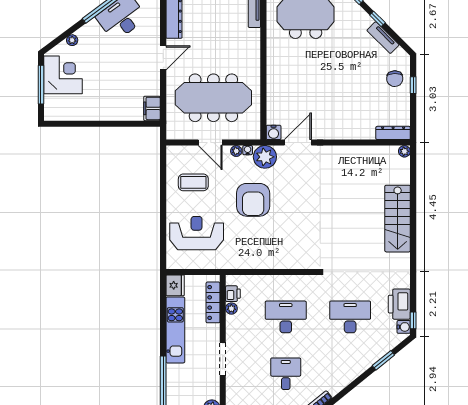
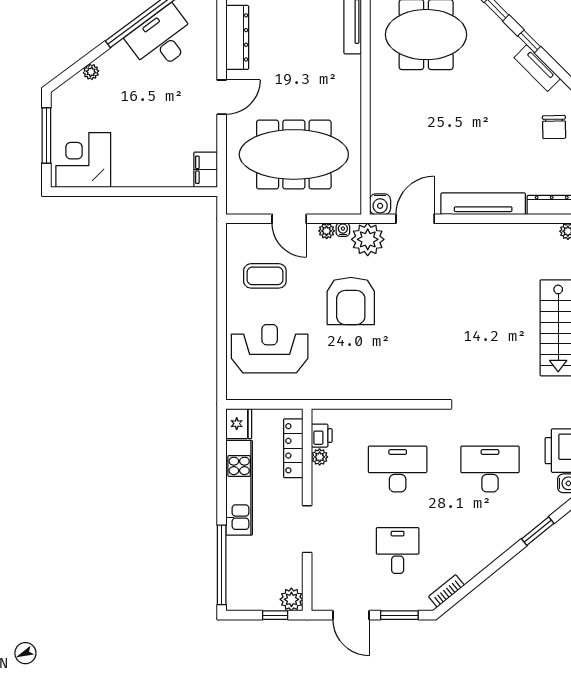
corner desk: (63, 75) -> (83, 160), moved, turned -90
tv unit: (345, 132) -> (483, 204), added

